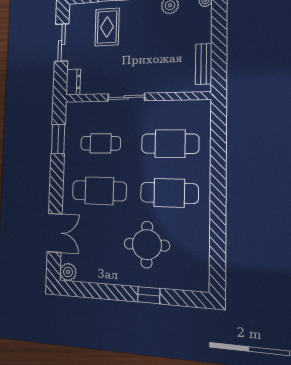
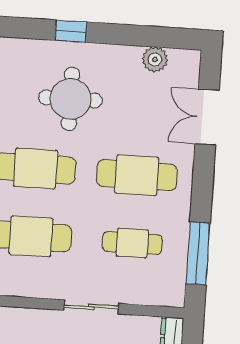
window: (58, 139) -> (198, 253), width x1.44
plant: (68, 272) -> (155, 59), moved

